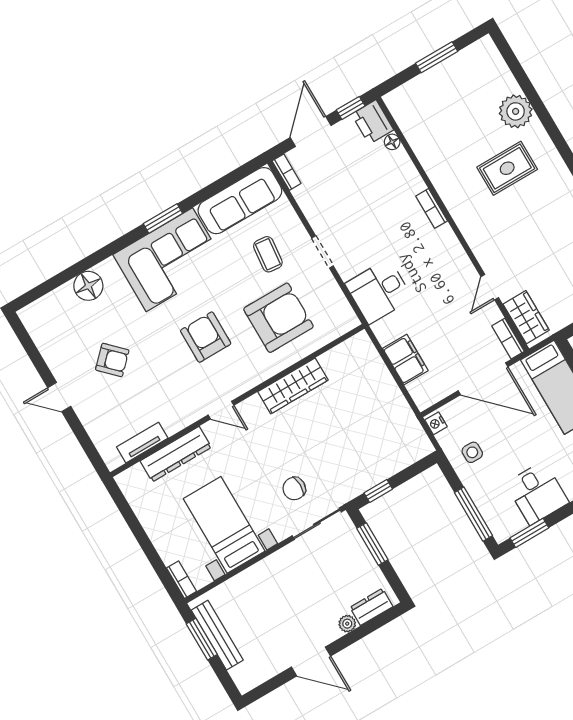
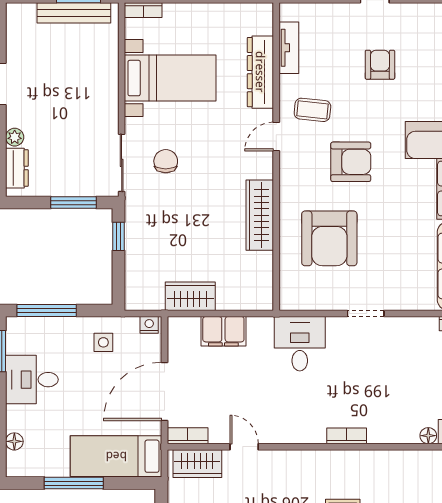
coffee table: (268, 254) -> (312, 110), moved
armchair: (112, 360) -> (380, 65), turned 135
wardrobe: (393, 404) -> (190, 296), added

